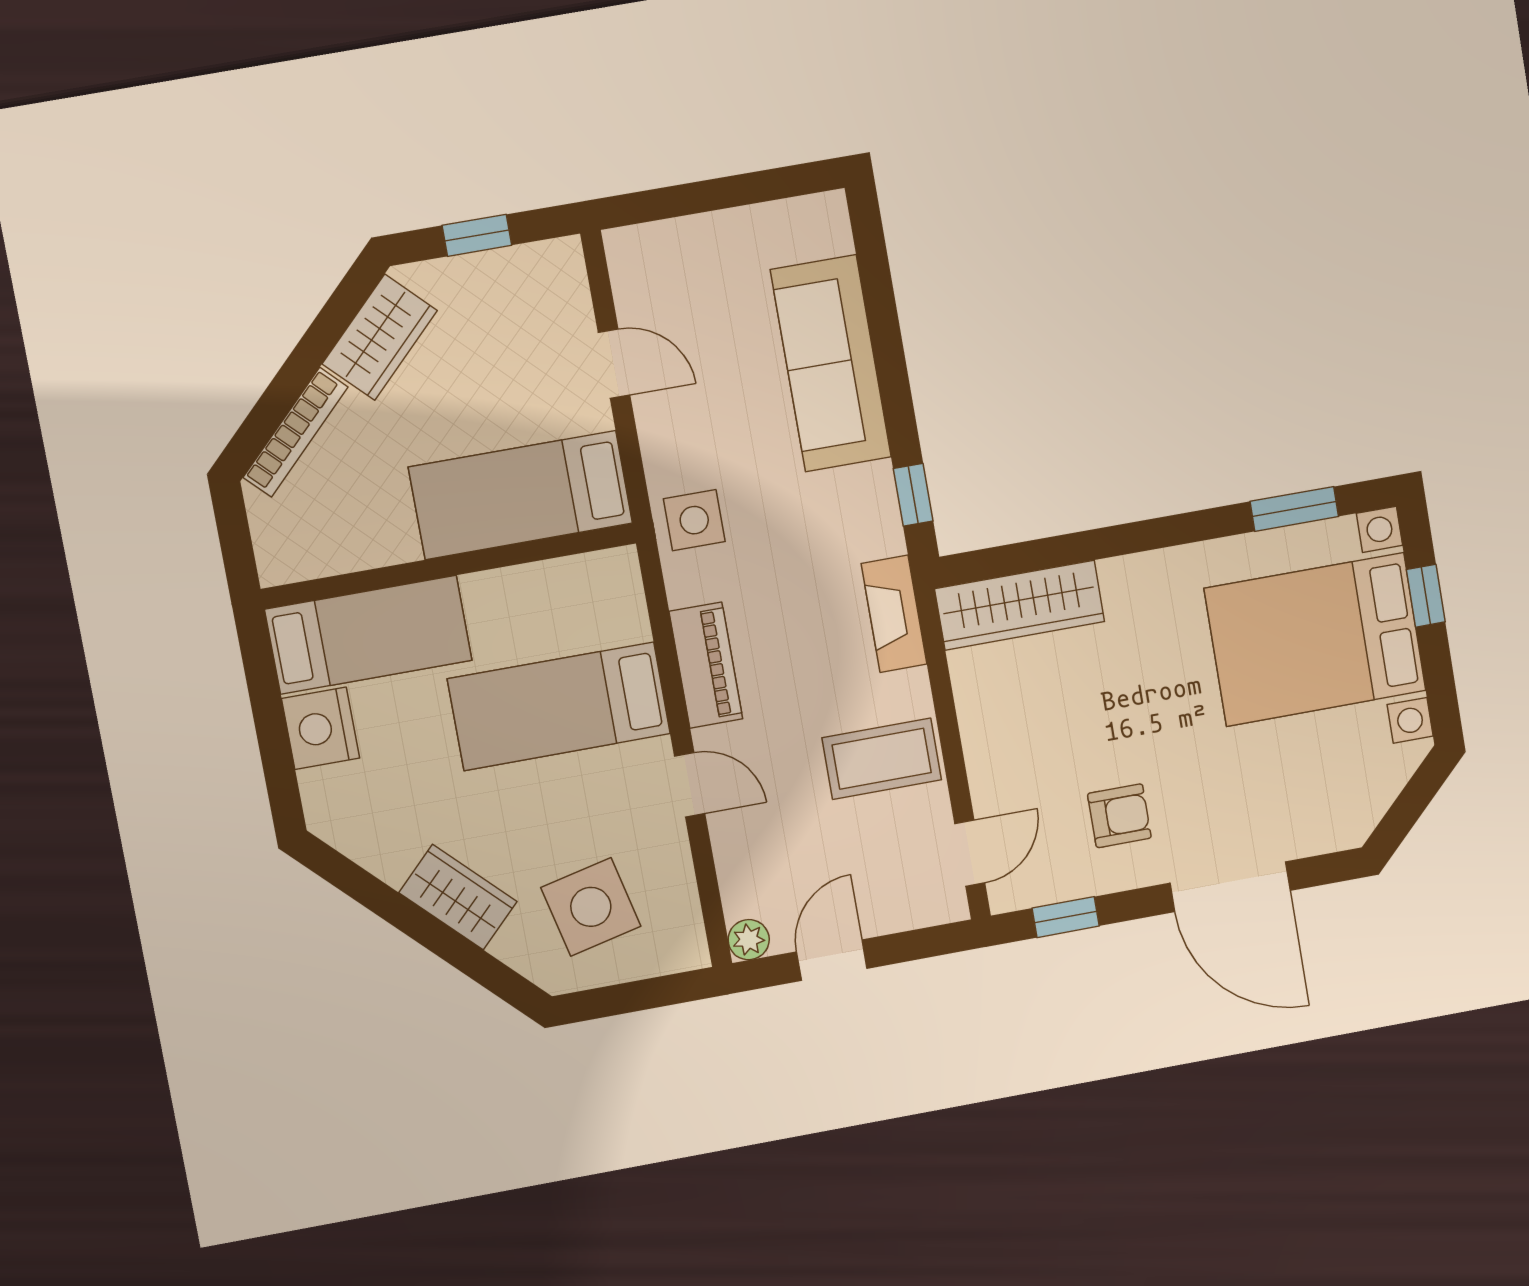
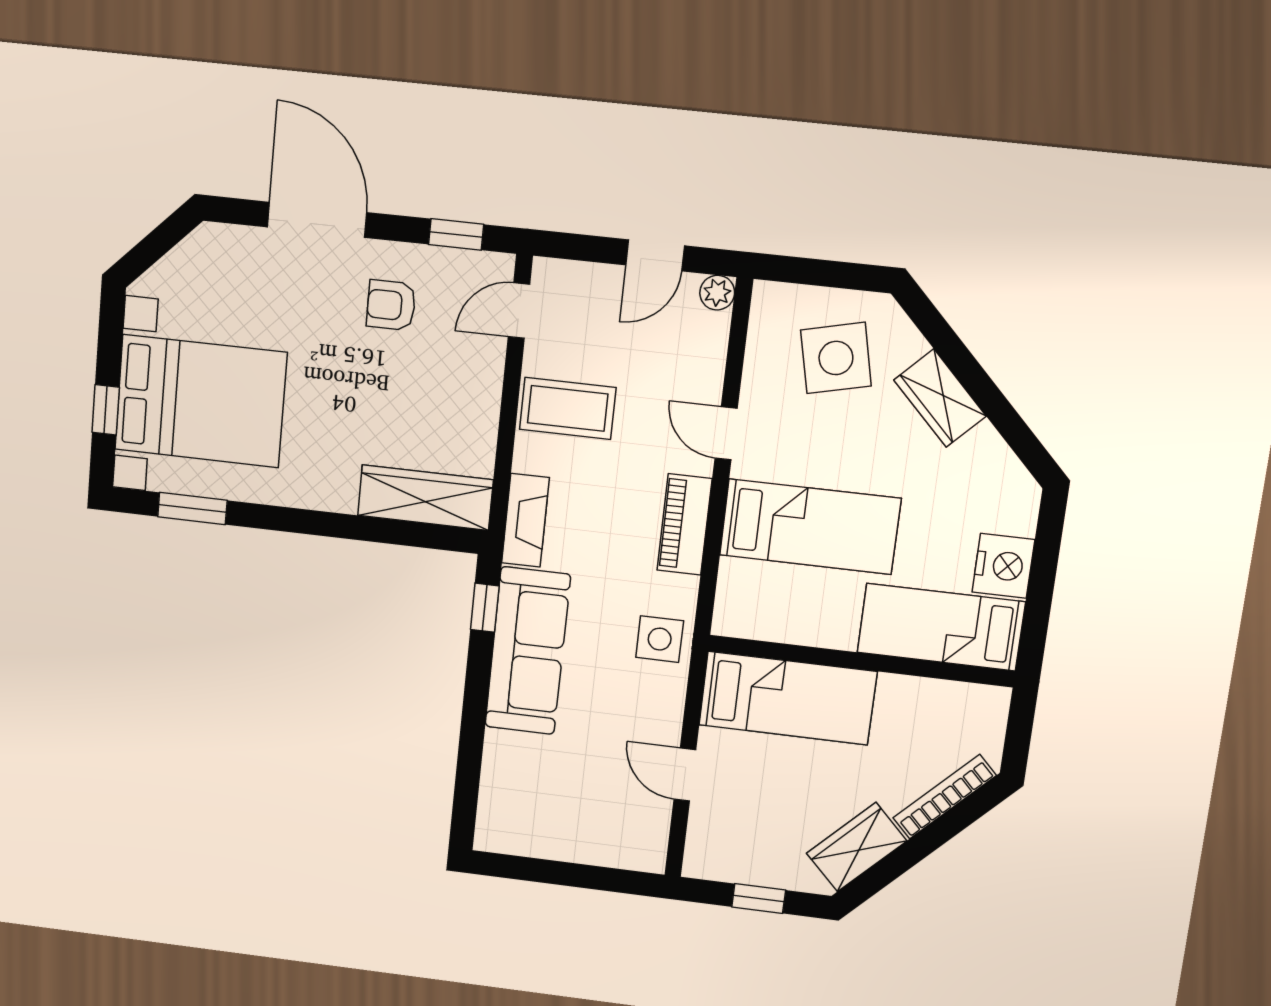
sofa: (831, 363) -> (528, 651), moved

